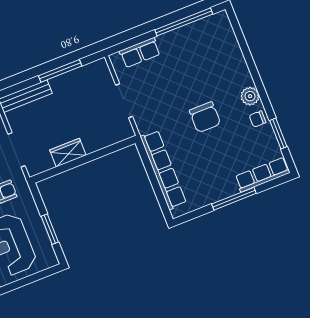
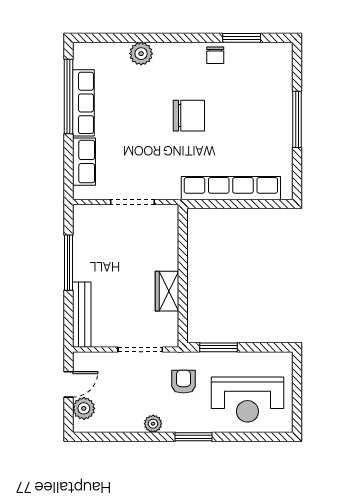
plant: (250, 96) -> (141, 54), moved
row of seats: (262, 175) -> (83, 103), moved, turned 180
window: (50, 229) -> (218, 347), moved

